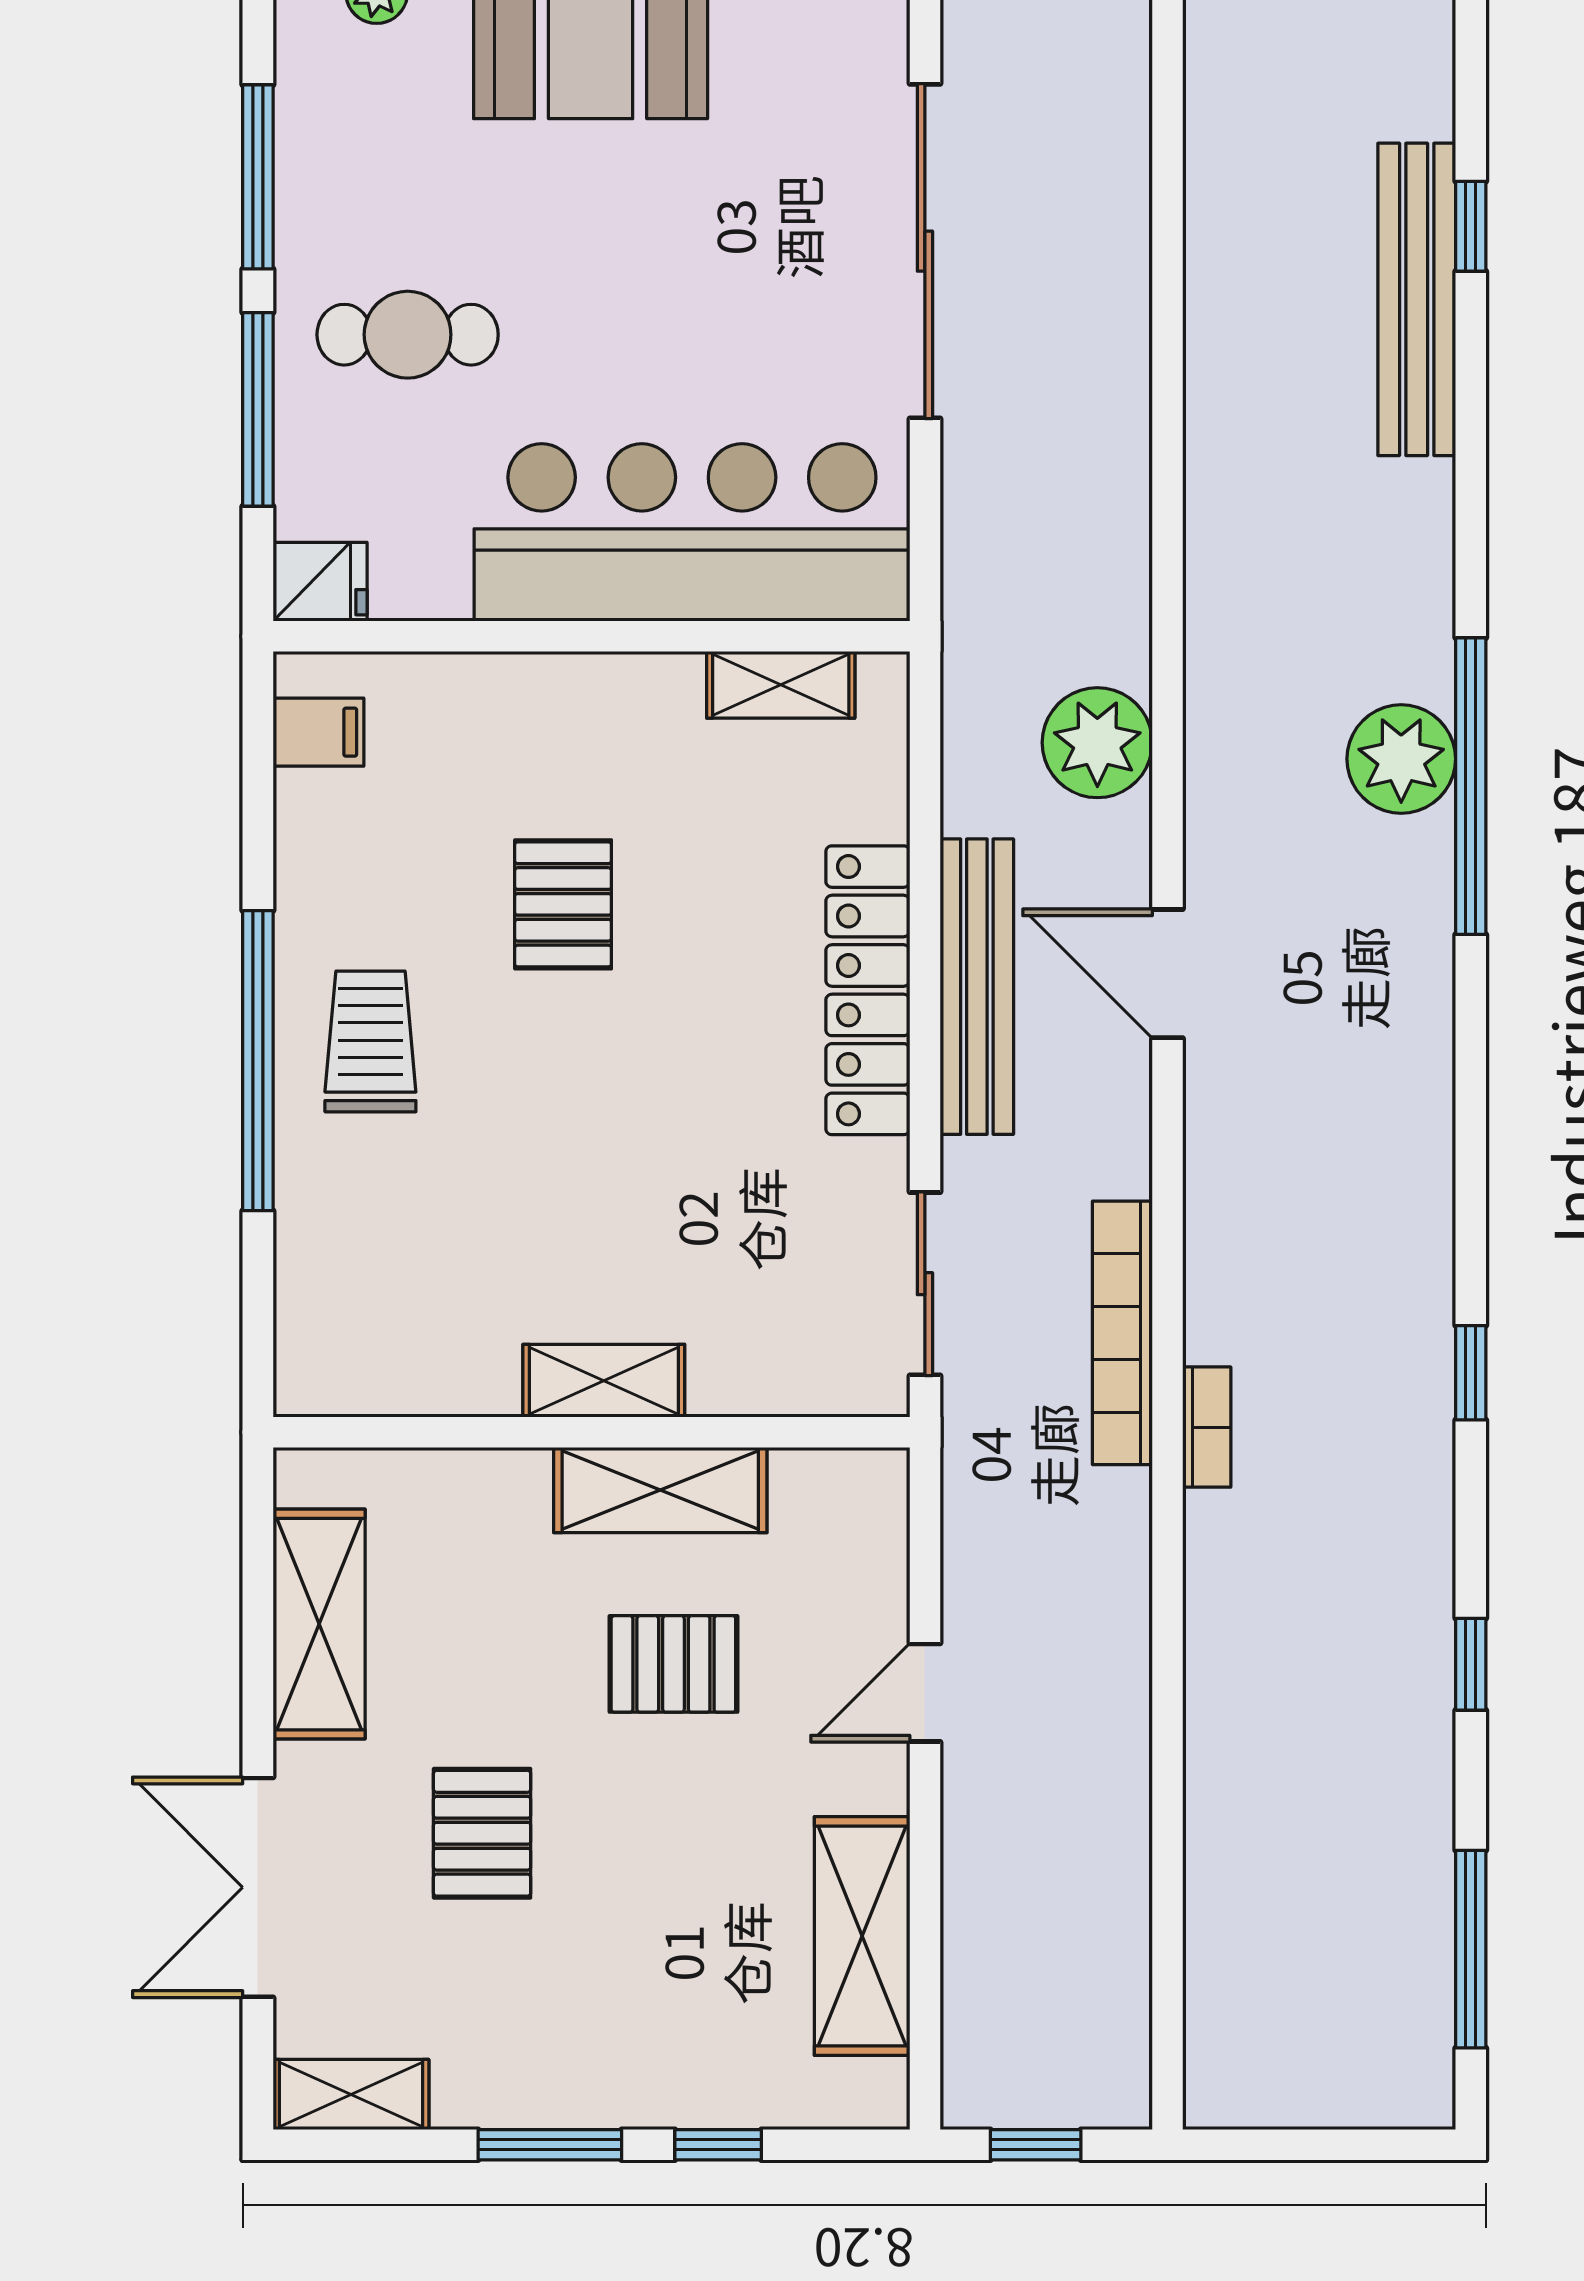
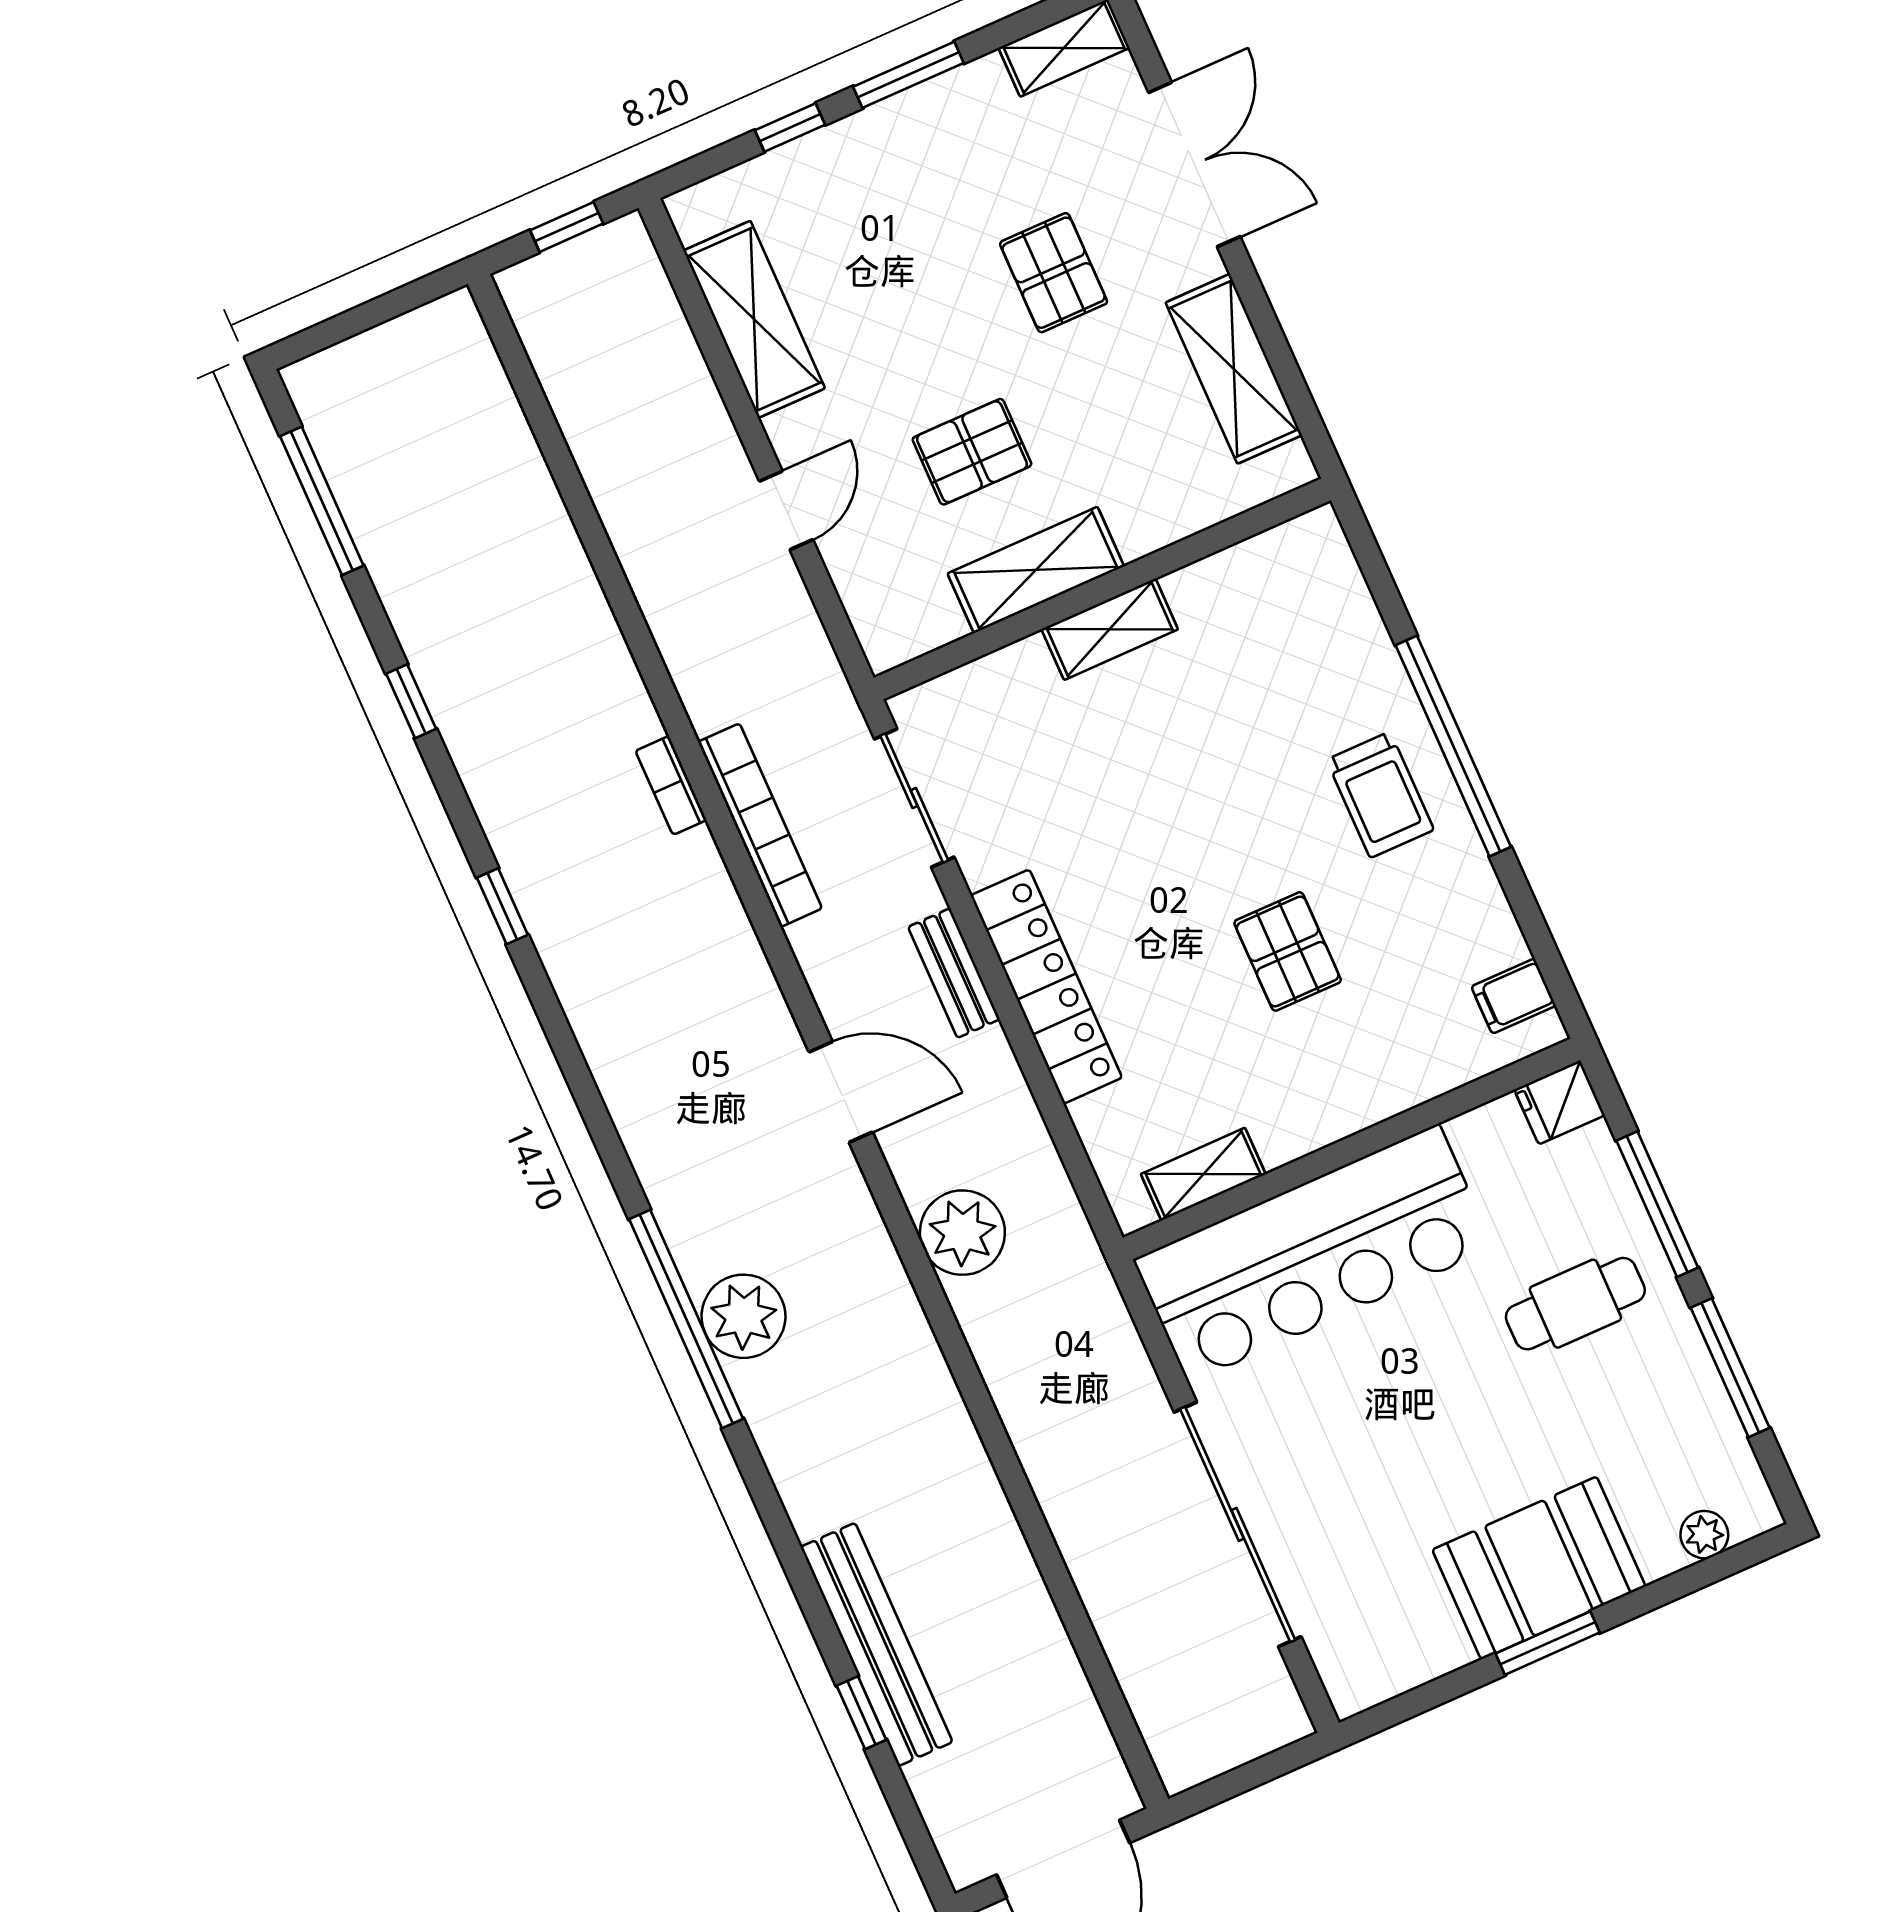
bench: (977, 987) -> (954, 973), width x0.54, depth x0.82

